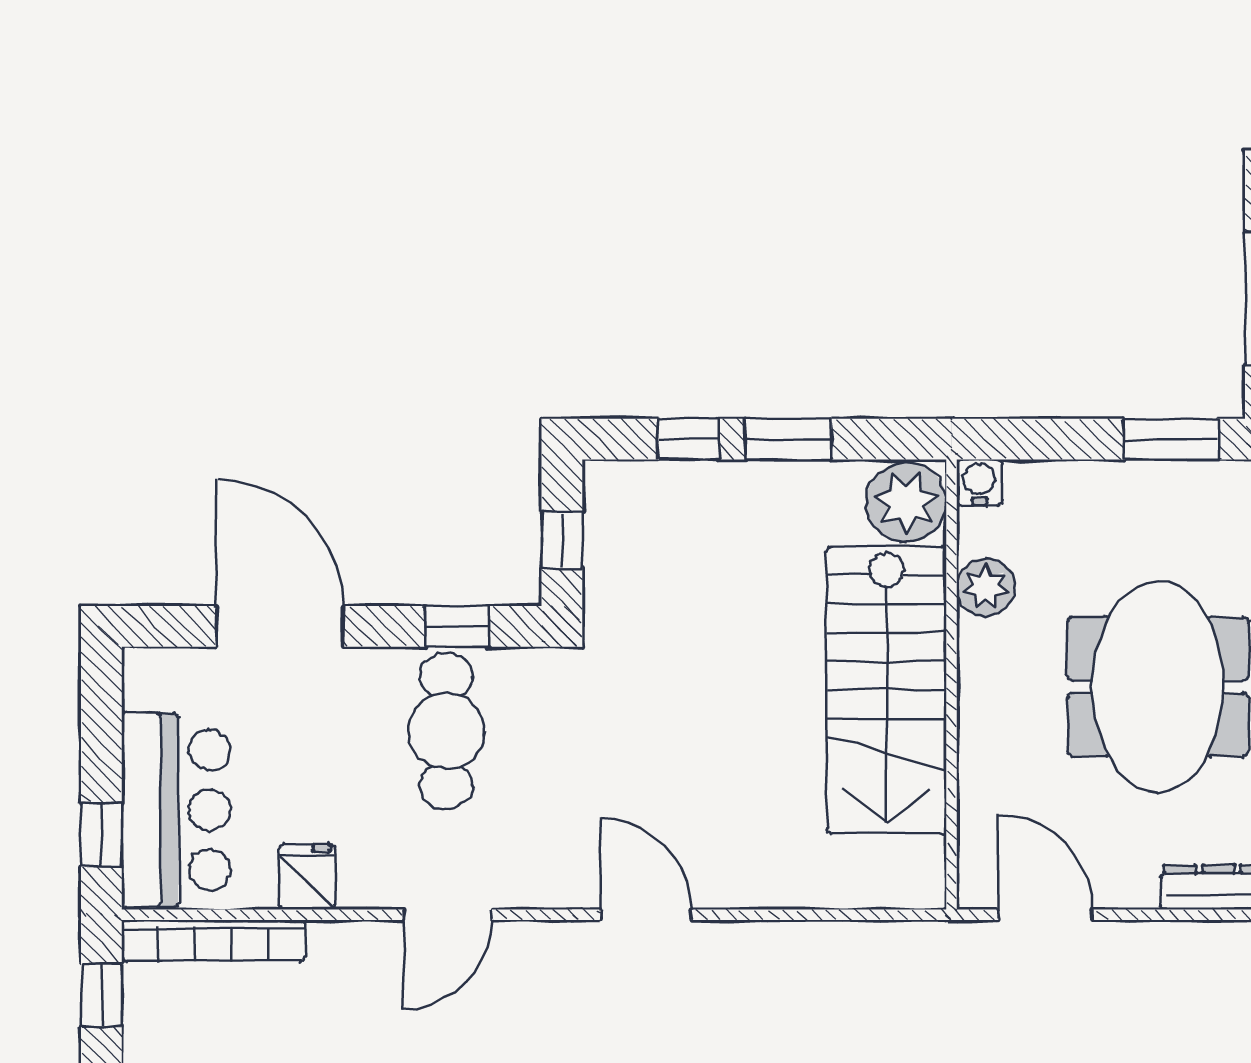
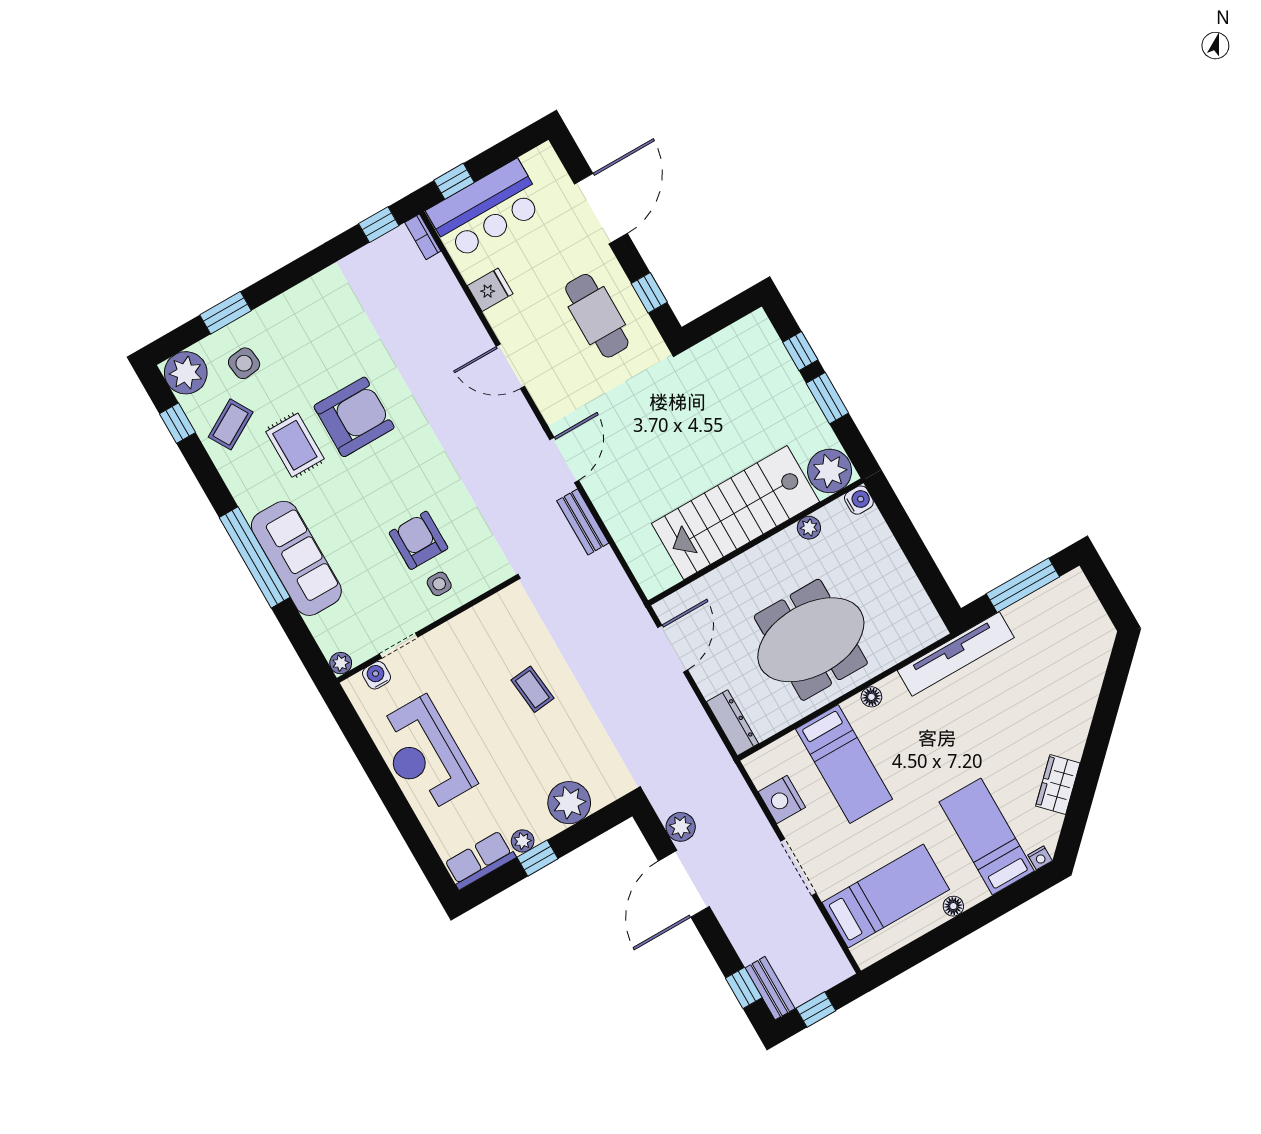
window: (1171, 439) -> (931, 579), removed
window: (562, 540) -> (718, 319), removed
plant: (986, 587) -> (809, 528), width x0.73, depth x0.73
cafe table: (446, 731) -> (597, 316), turned 90
bookcase: (213, 941) -> (423, 237), width x0.43, depth x0.76
bench: (762, 942) -> (583, 522), added

